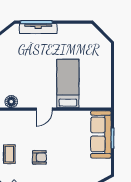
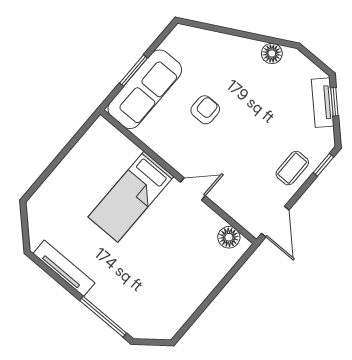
tv unit: (38, 29) -> (64, 268), moved
armchair: (39, 157) -> (205, 110), moved, turned 90

